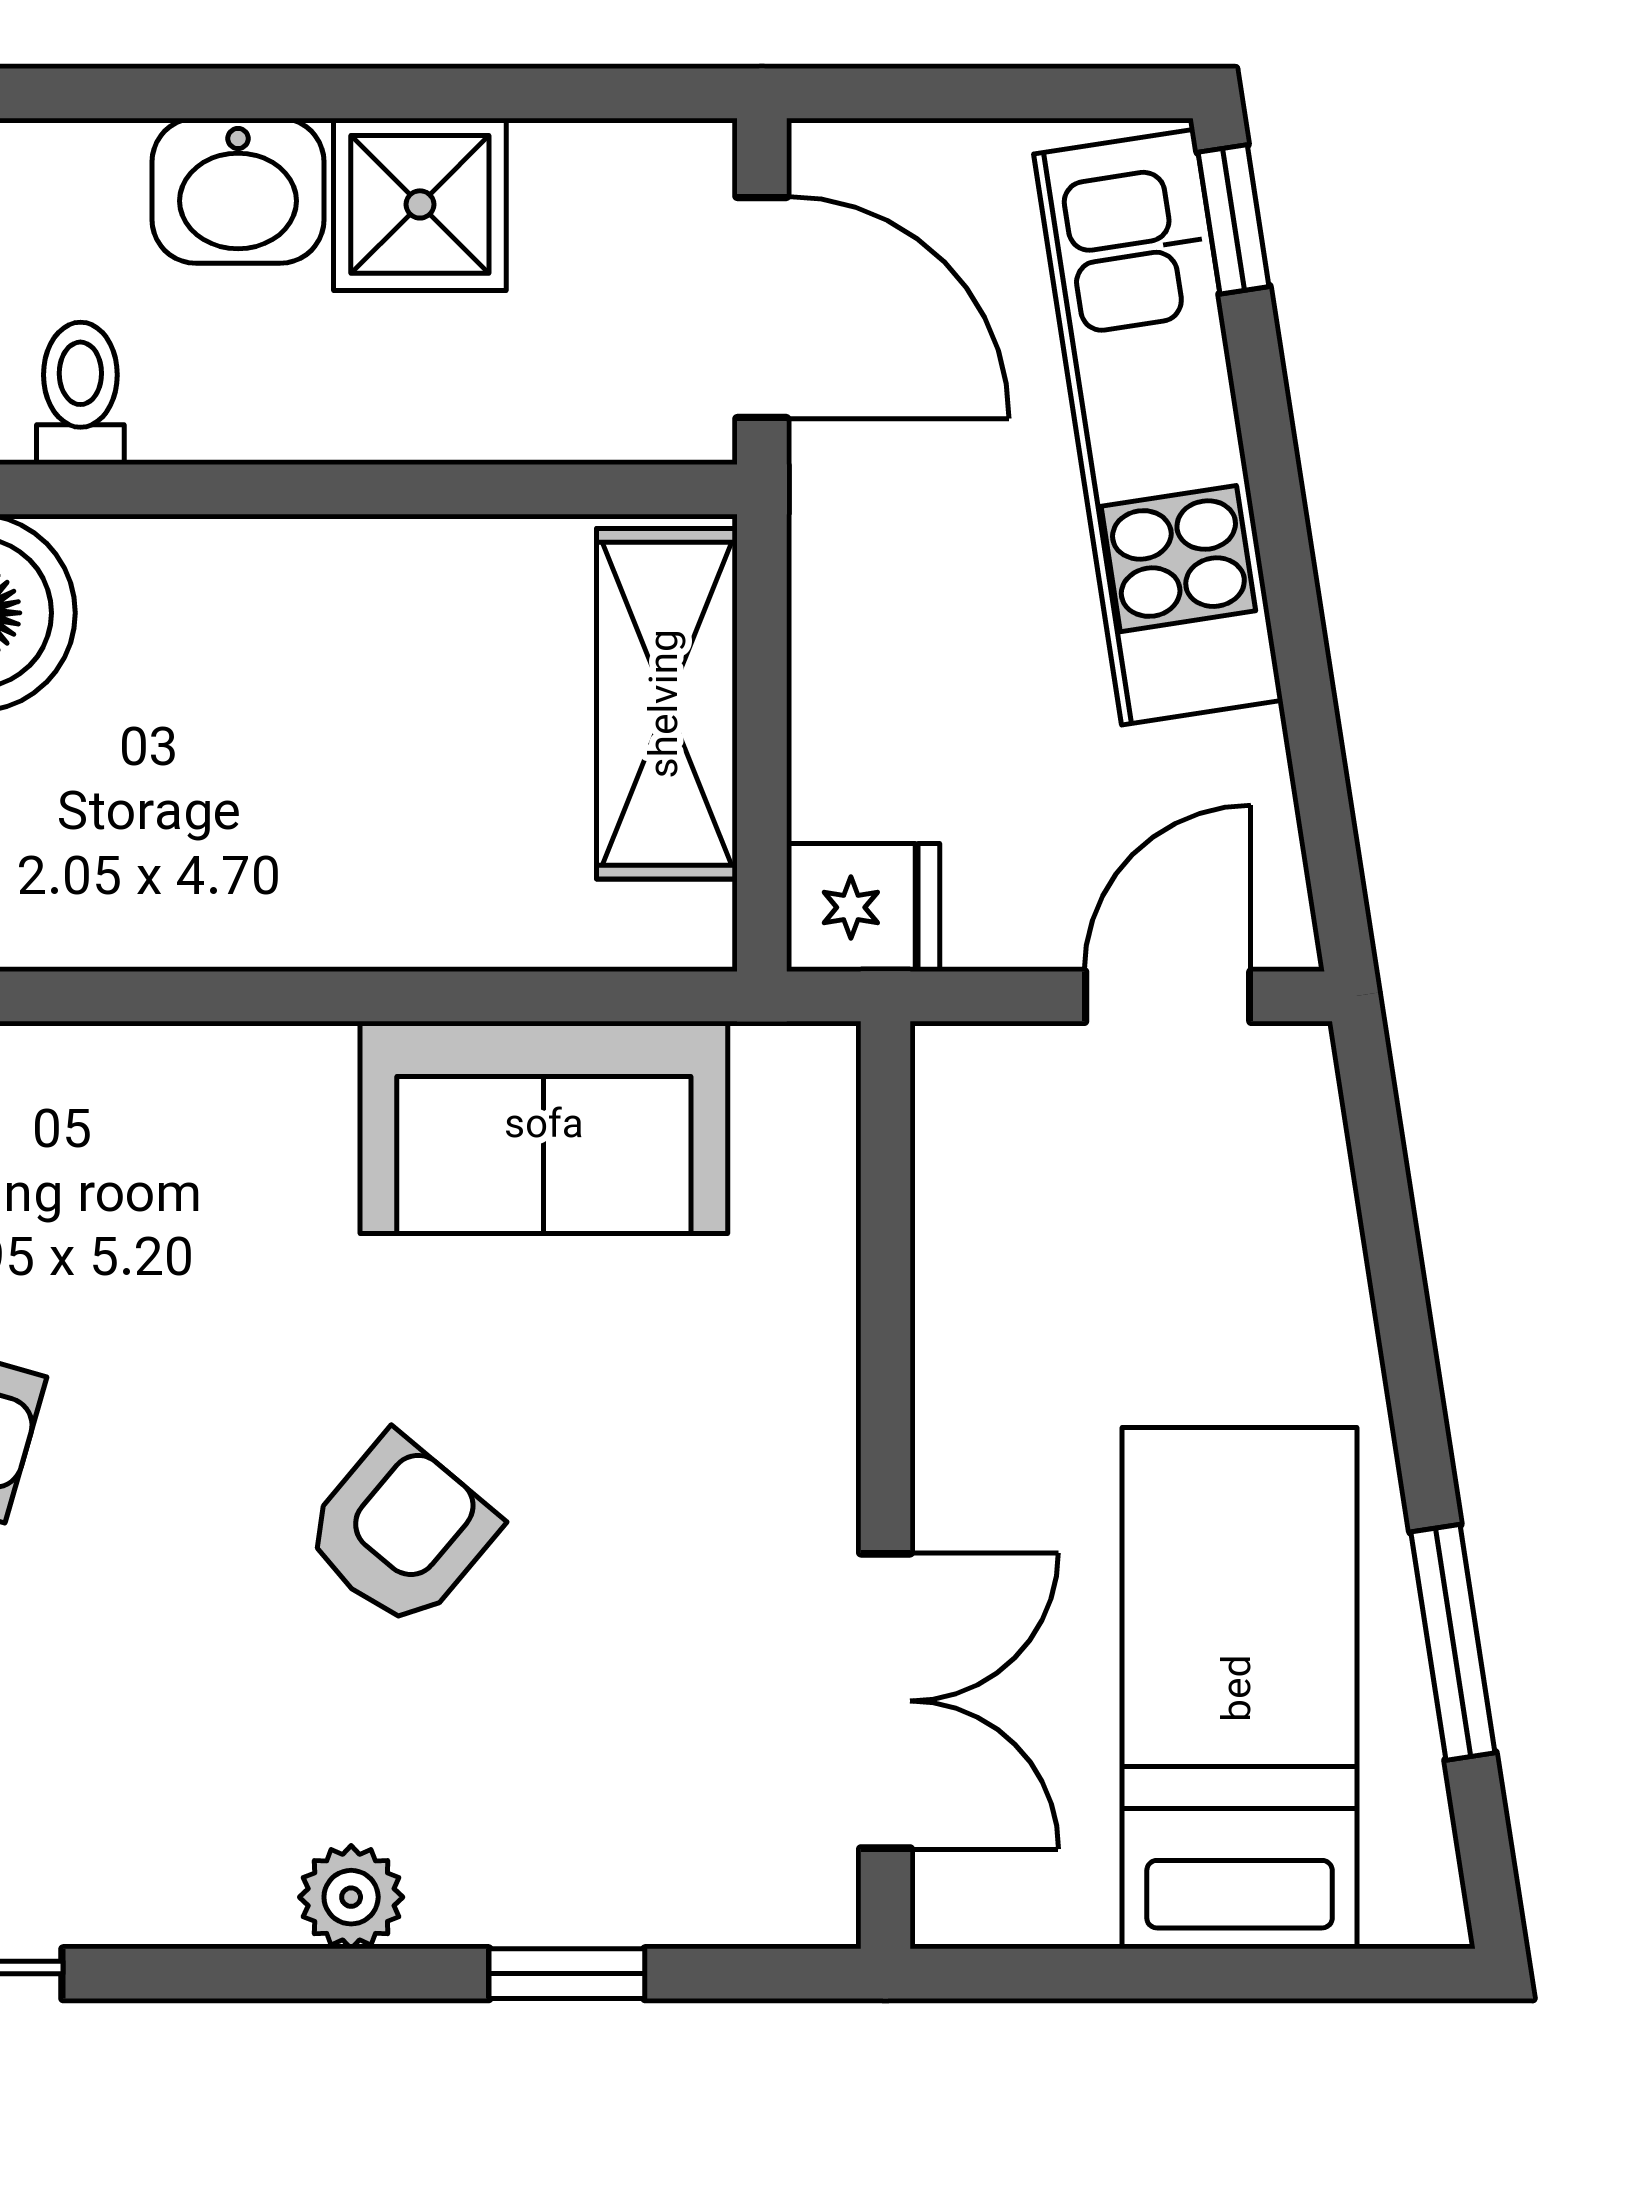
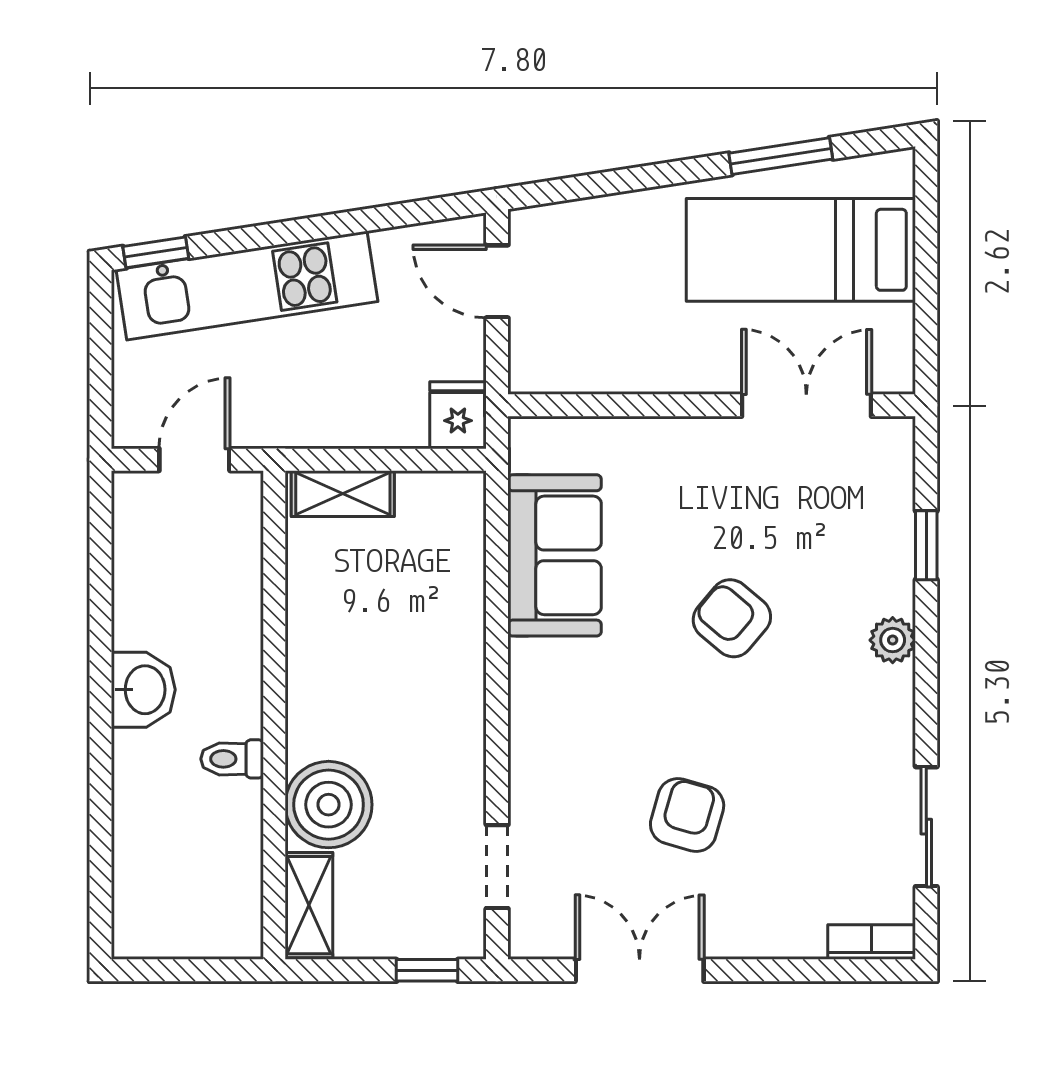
shower: (420, 204) -> (149, 610), removed
door: (762, 307) -> (194, 460), width x0.73
shelving: (667, 704) -> (343, 494), width x0.67, depth x0.75

